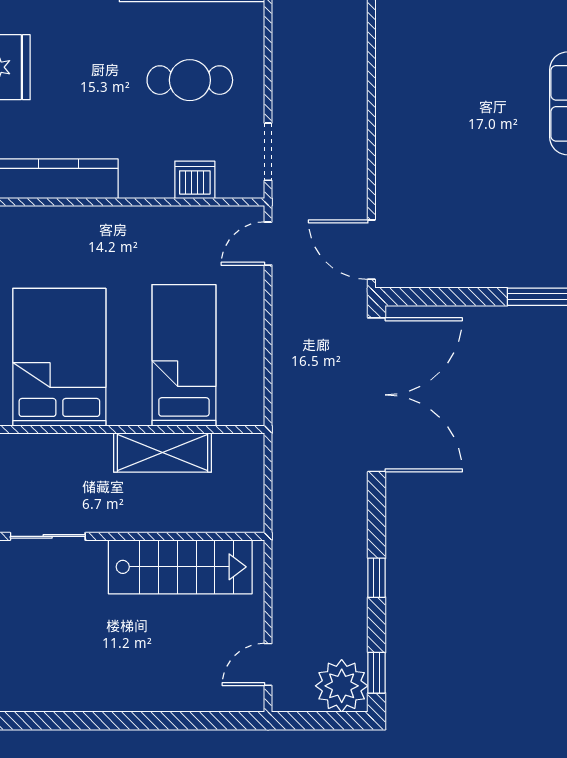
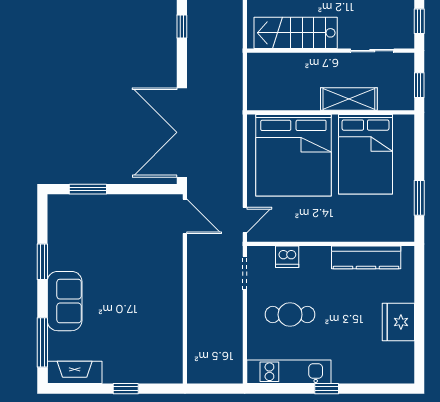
bed: (184, 355) -> (293, 155), width x2.04
shelving: (163, 453) -> (349, 99), moved

